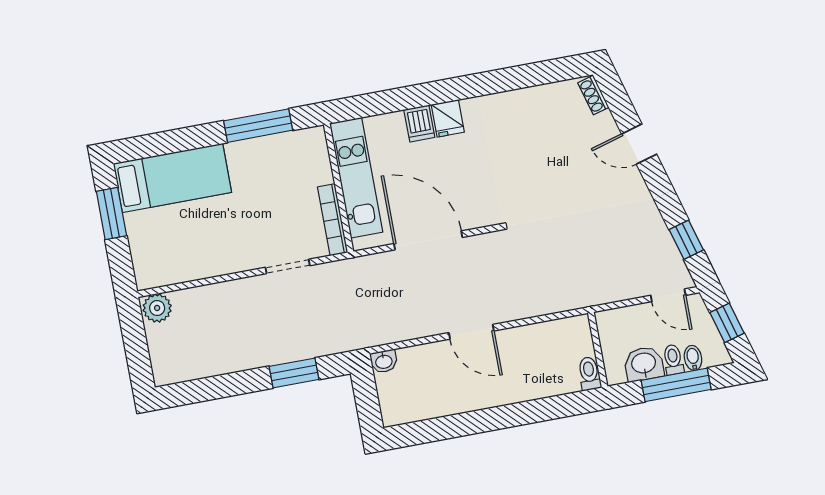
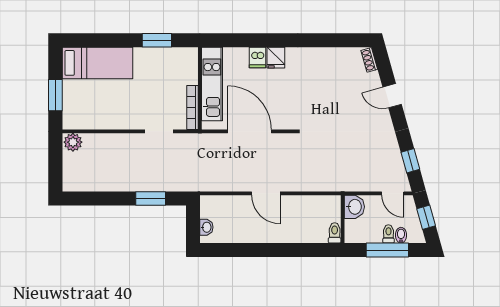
window: (258, 126) -> (157, 40), width x0.69
window: (111, 214) -> (55, 95), moved
washbasin: (384, 361) -> (206, 227), moved, turned -90
washbasin: (644, 364) -> (354, 207), moved, turned 90

